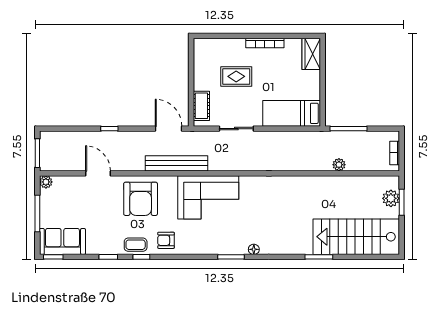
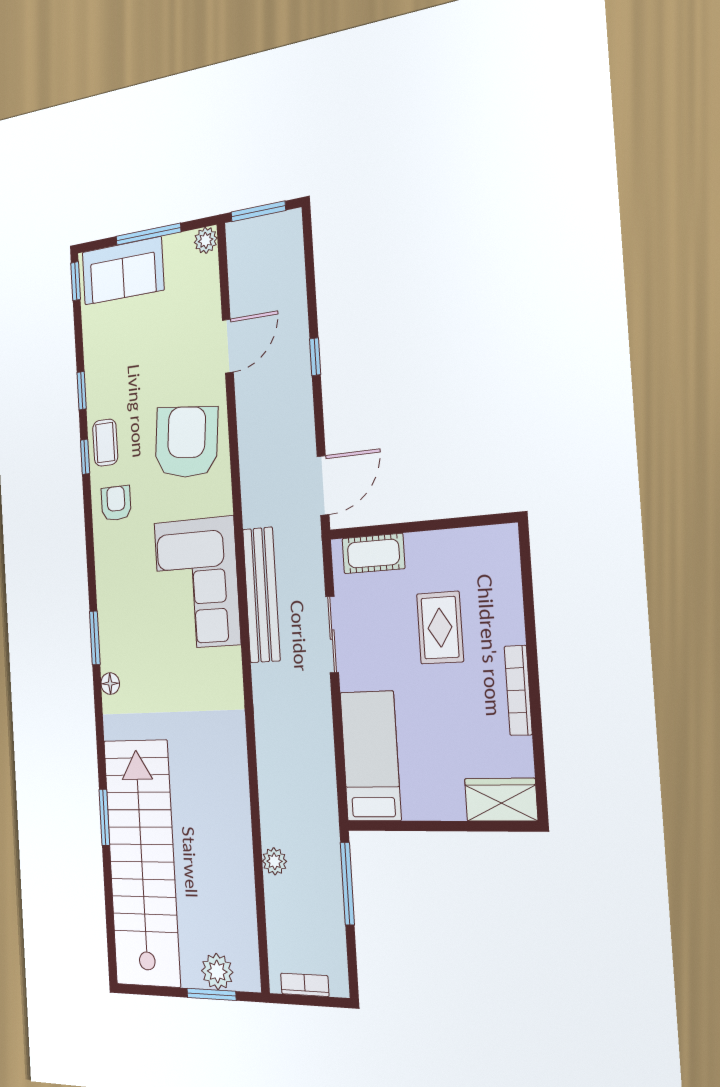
bench: (176, 163) -> (261, 595), moved
armchair: (141, 199) -> (186, 442), turned 96
stairs: (356, 237) -> (142, 863), width x1.36
sofa: (62, 241) -> (123, 271), moved, turned 90

